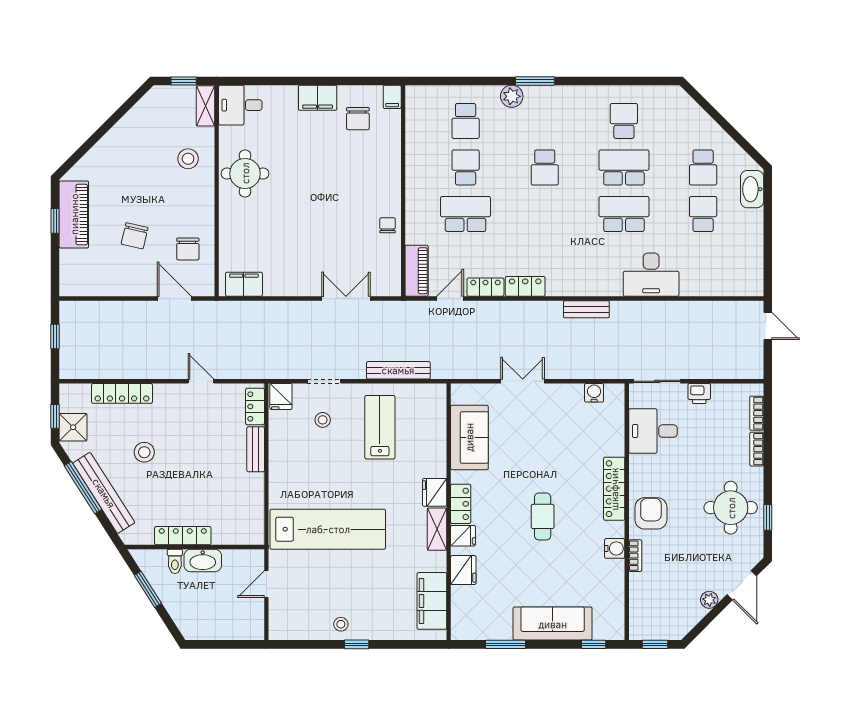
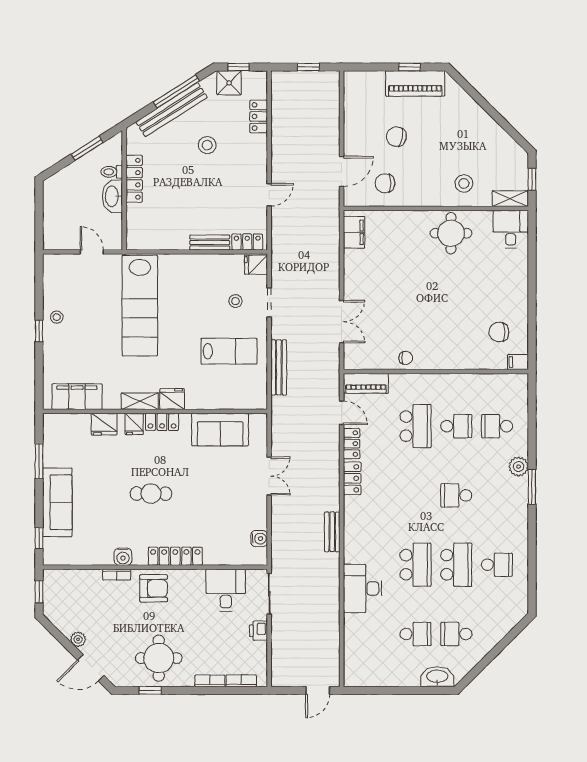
filing cabinet: (318, 98) -> (517, 297), removed
locker: (122, 393) -> (259, 116), width x0.66

